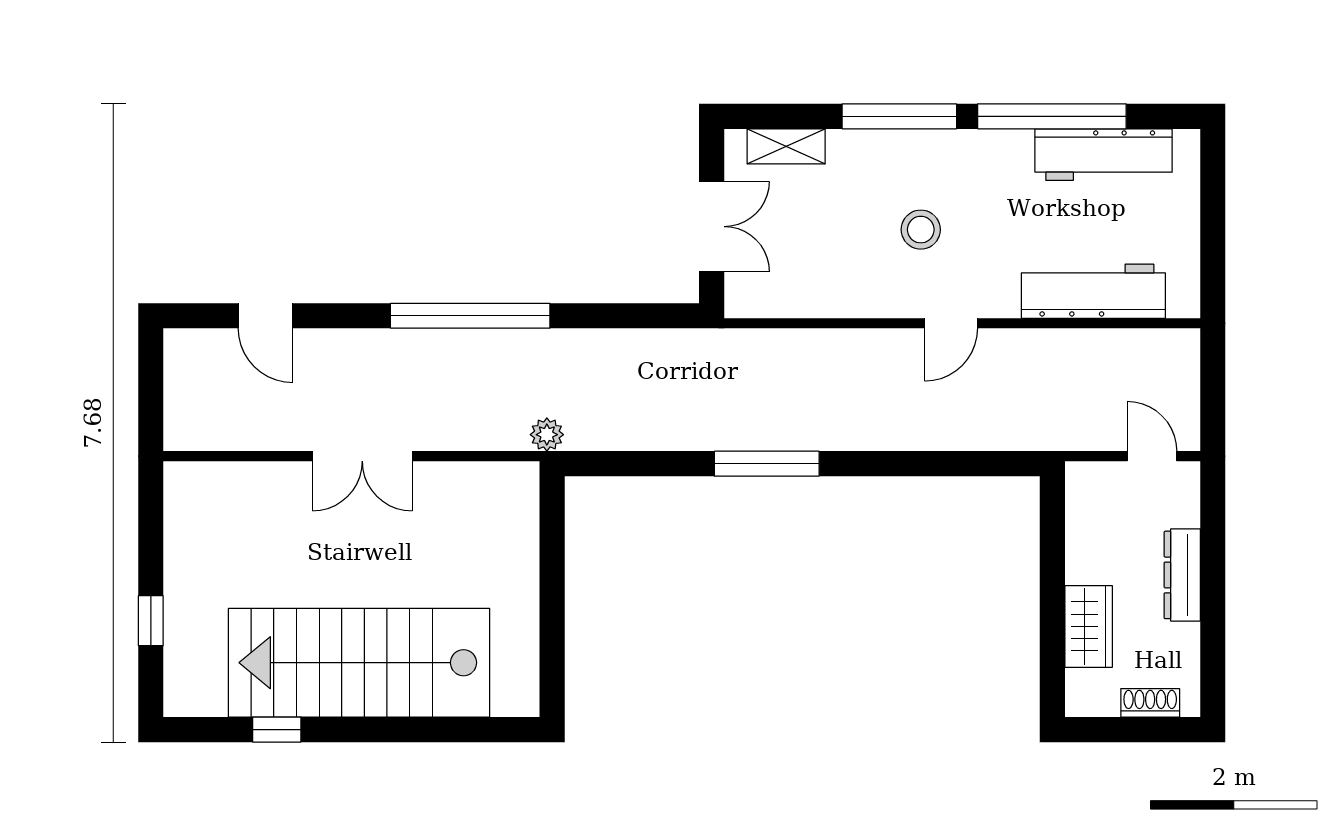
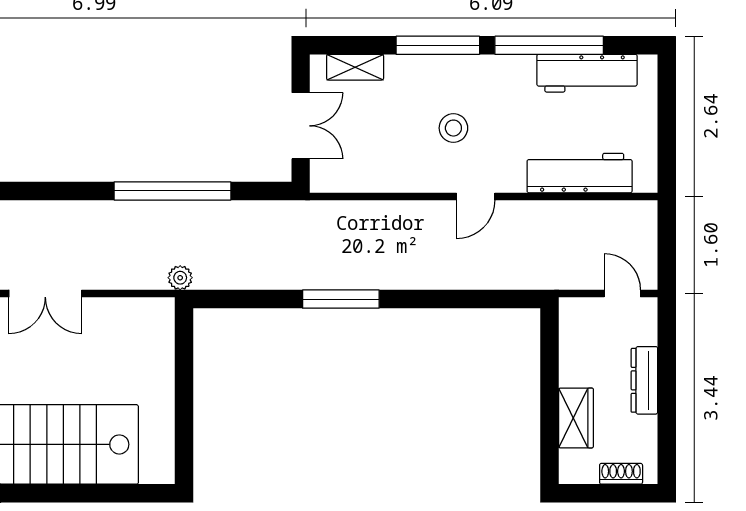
window: (470, 316) -> (172, 191), moved

